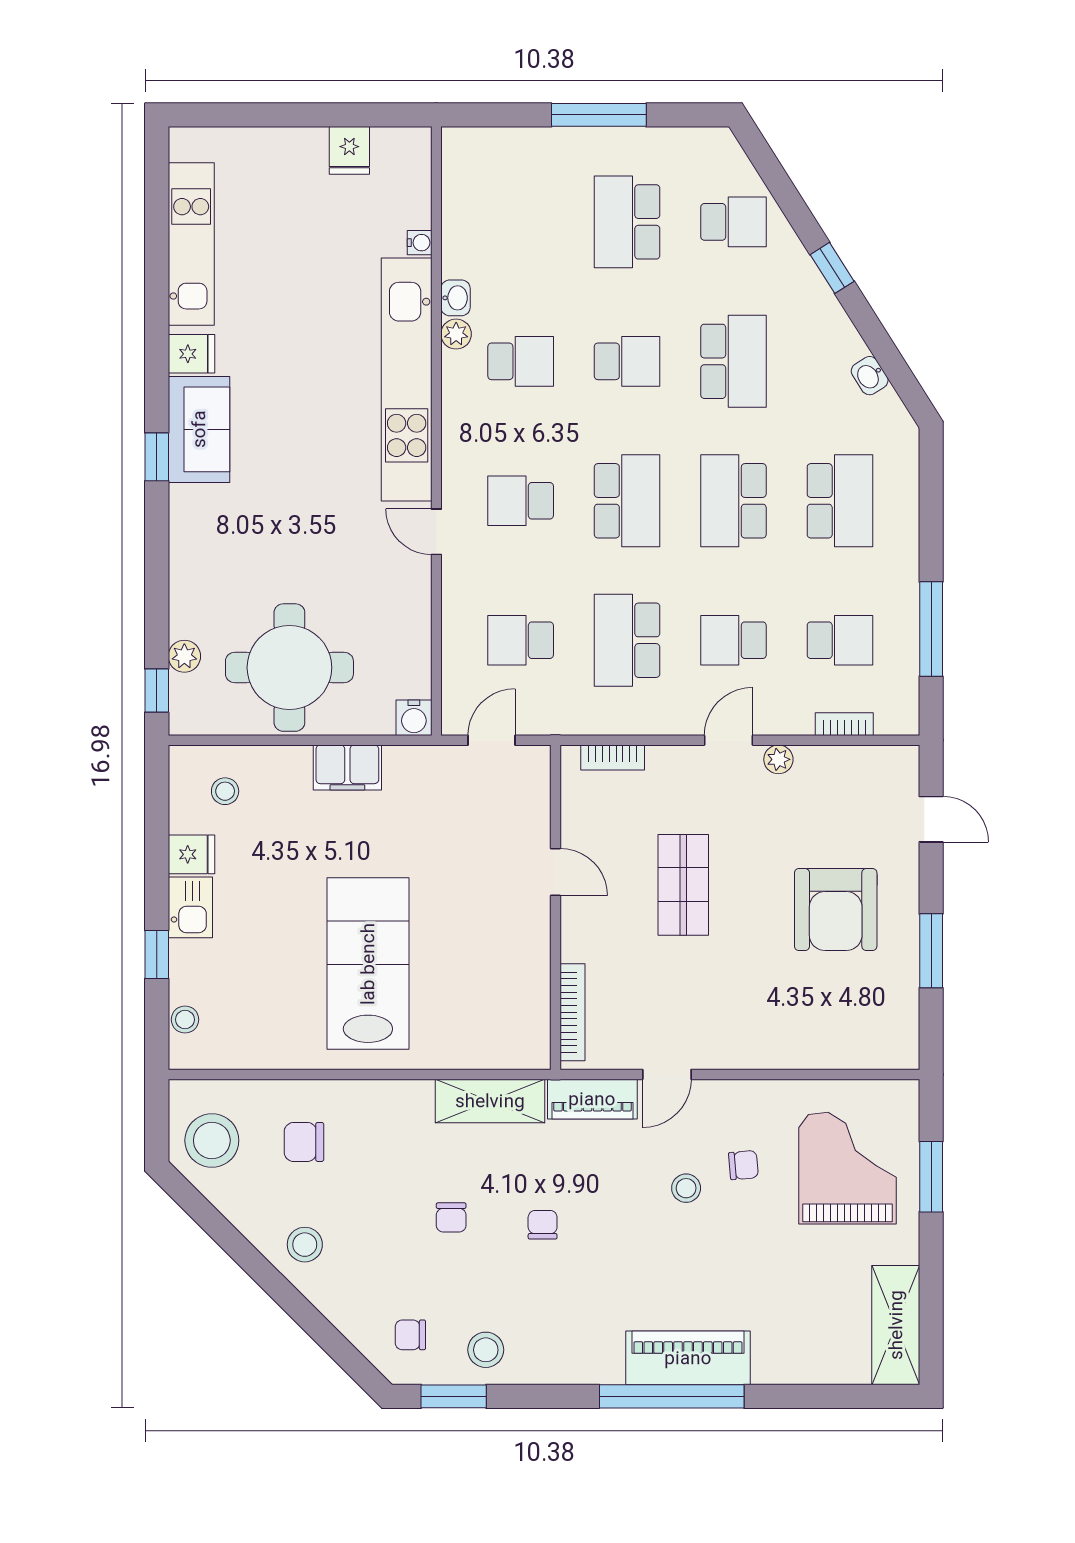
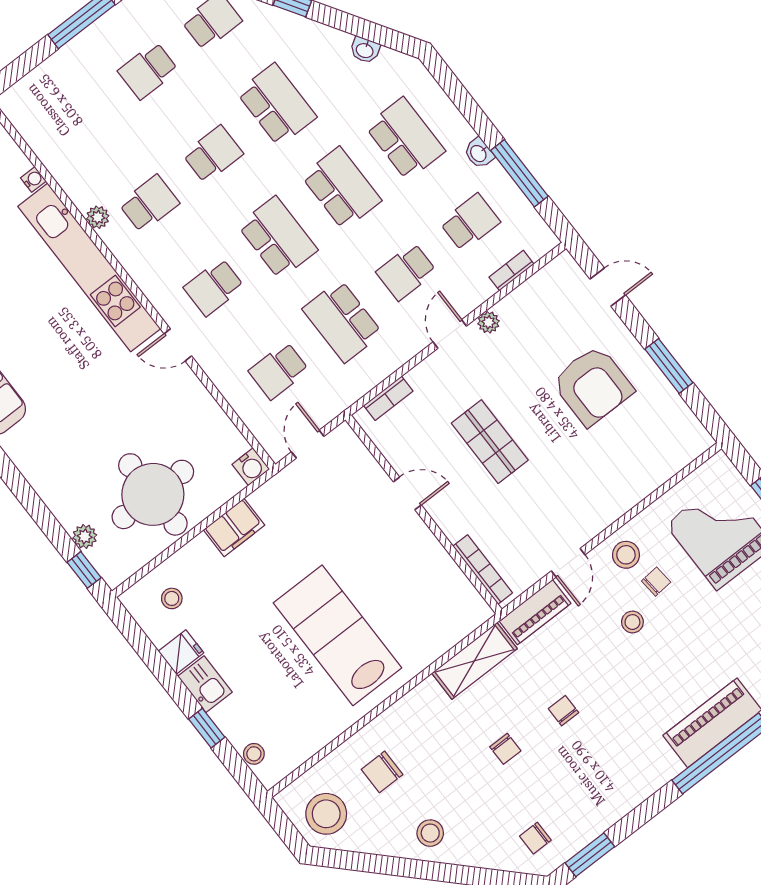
school desk: (627, 222) -> (148, 71), width x0.54
washbasin: (456, 298) -> (479, 153), moved, turned 180
school desk: (733, 501) -> (341, 188), turned 180
stool: (486, 1350) -> (626, 555), moved

